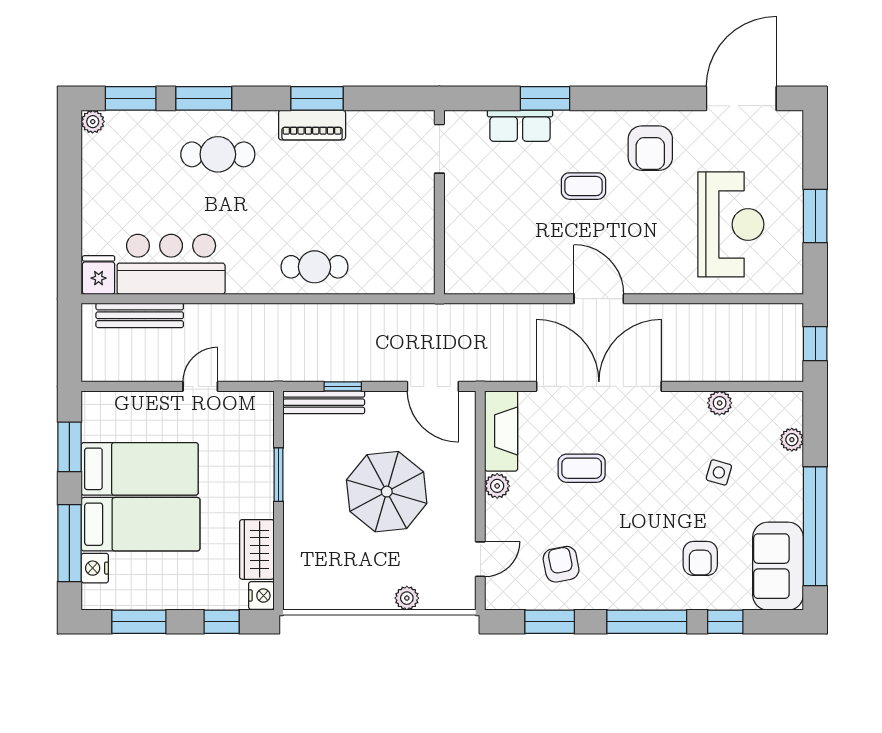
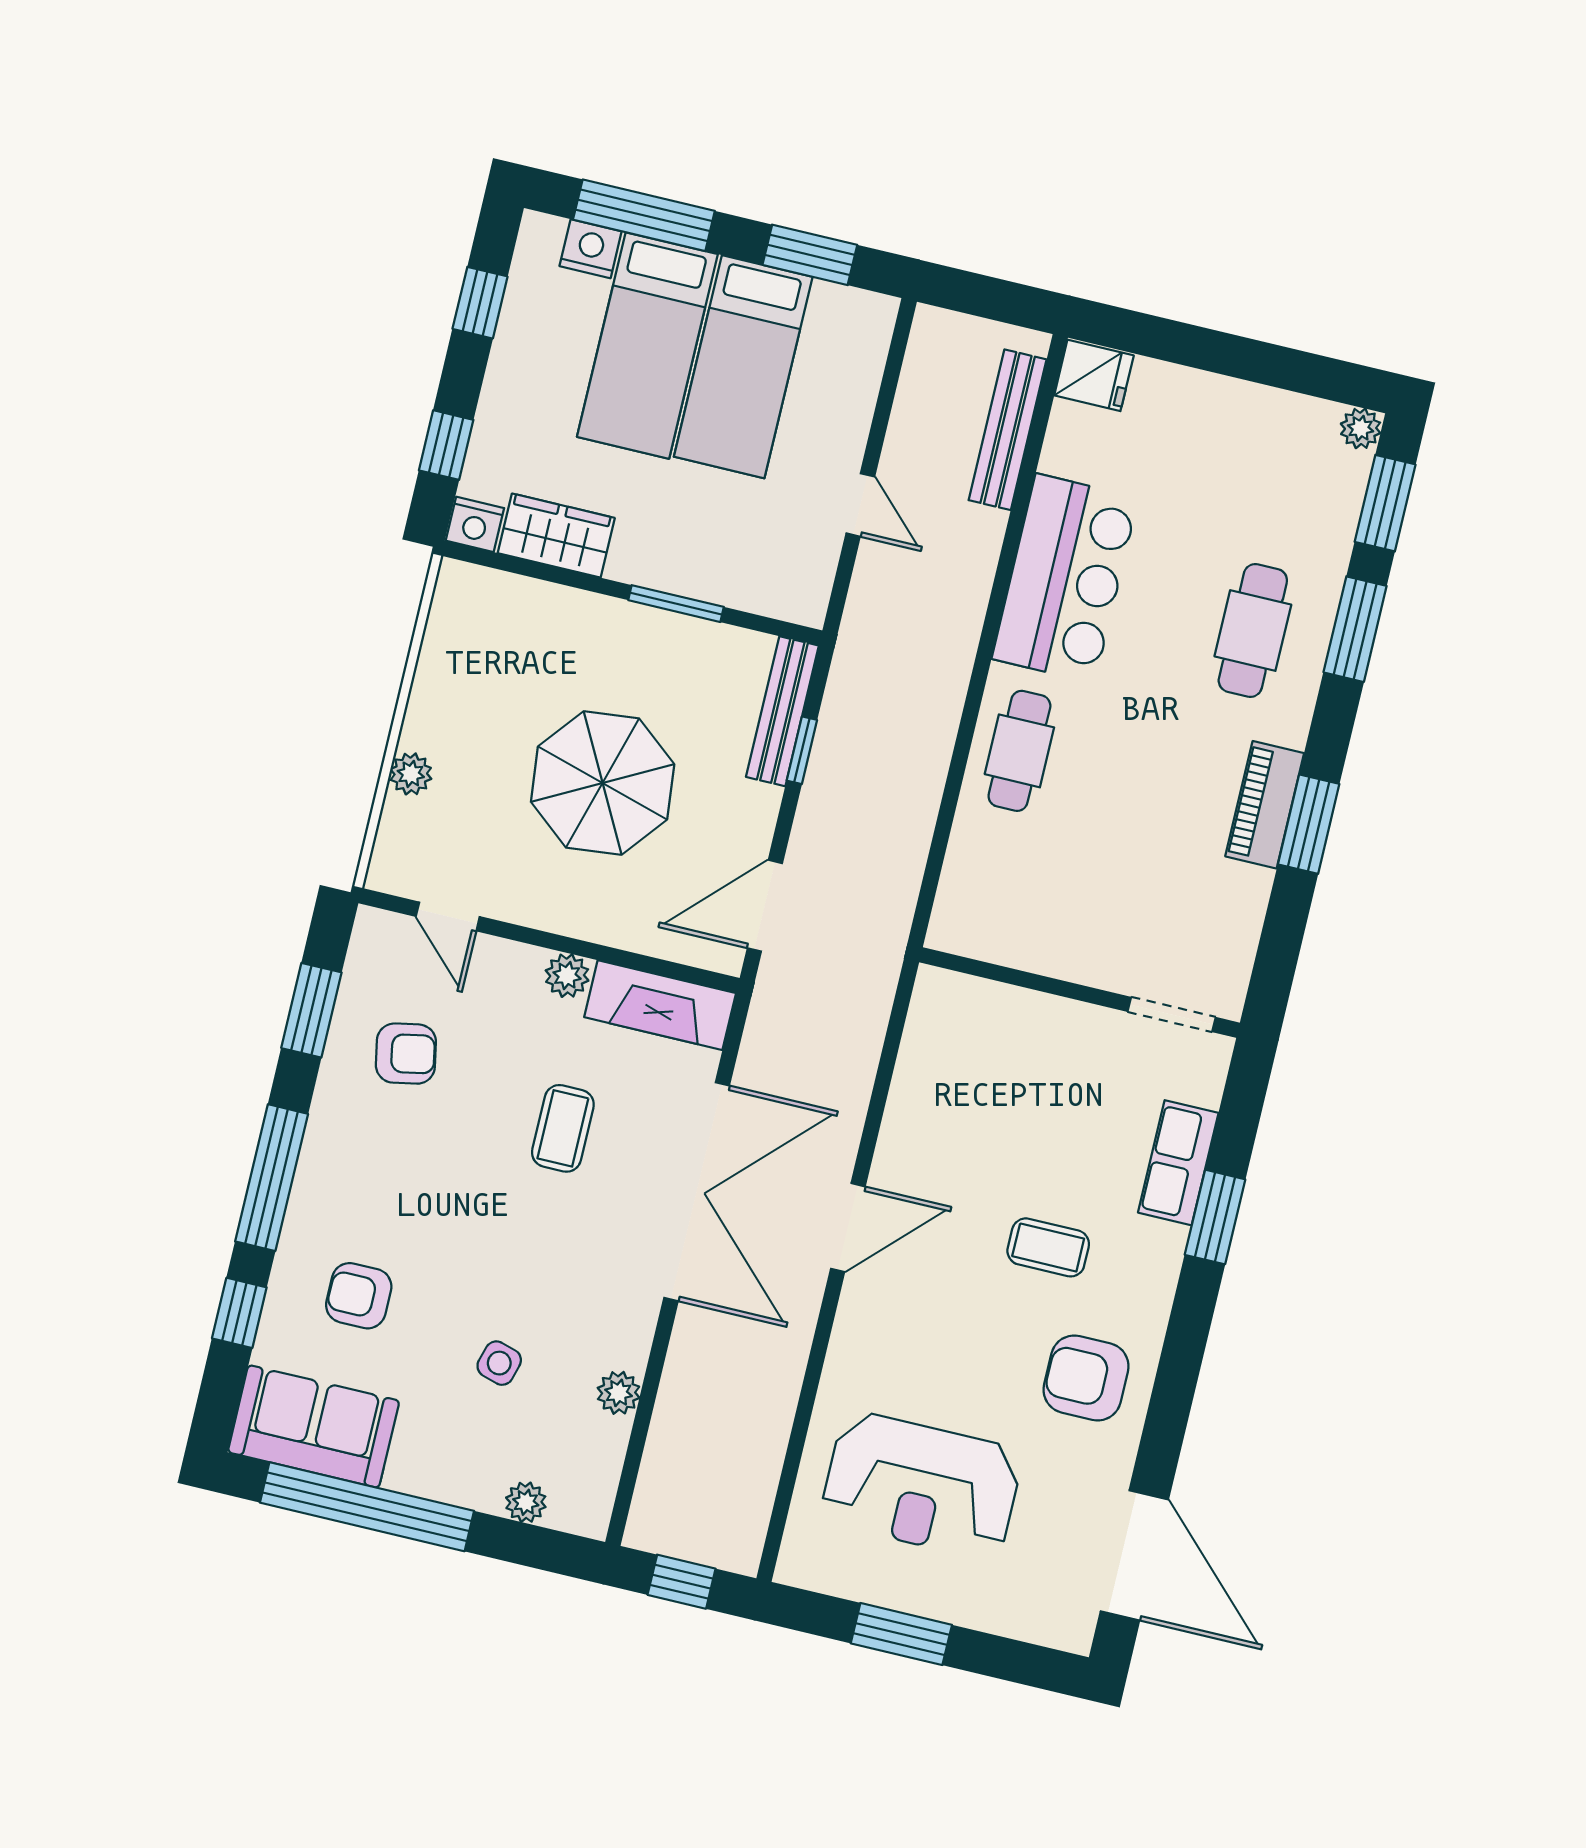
coffee table: (584, 186) -> (1048, 1247), turned 90
bar counter: (171, 264) -> (1065, 578), moved
window: (139, 622) -> (480, 303), width x0.67

